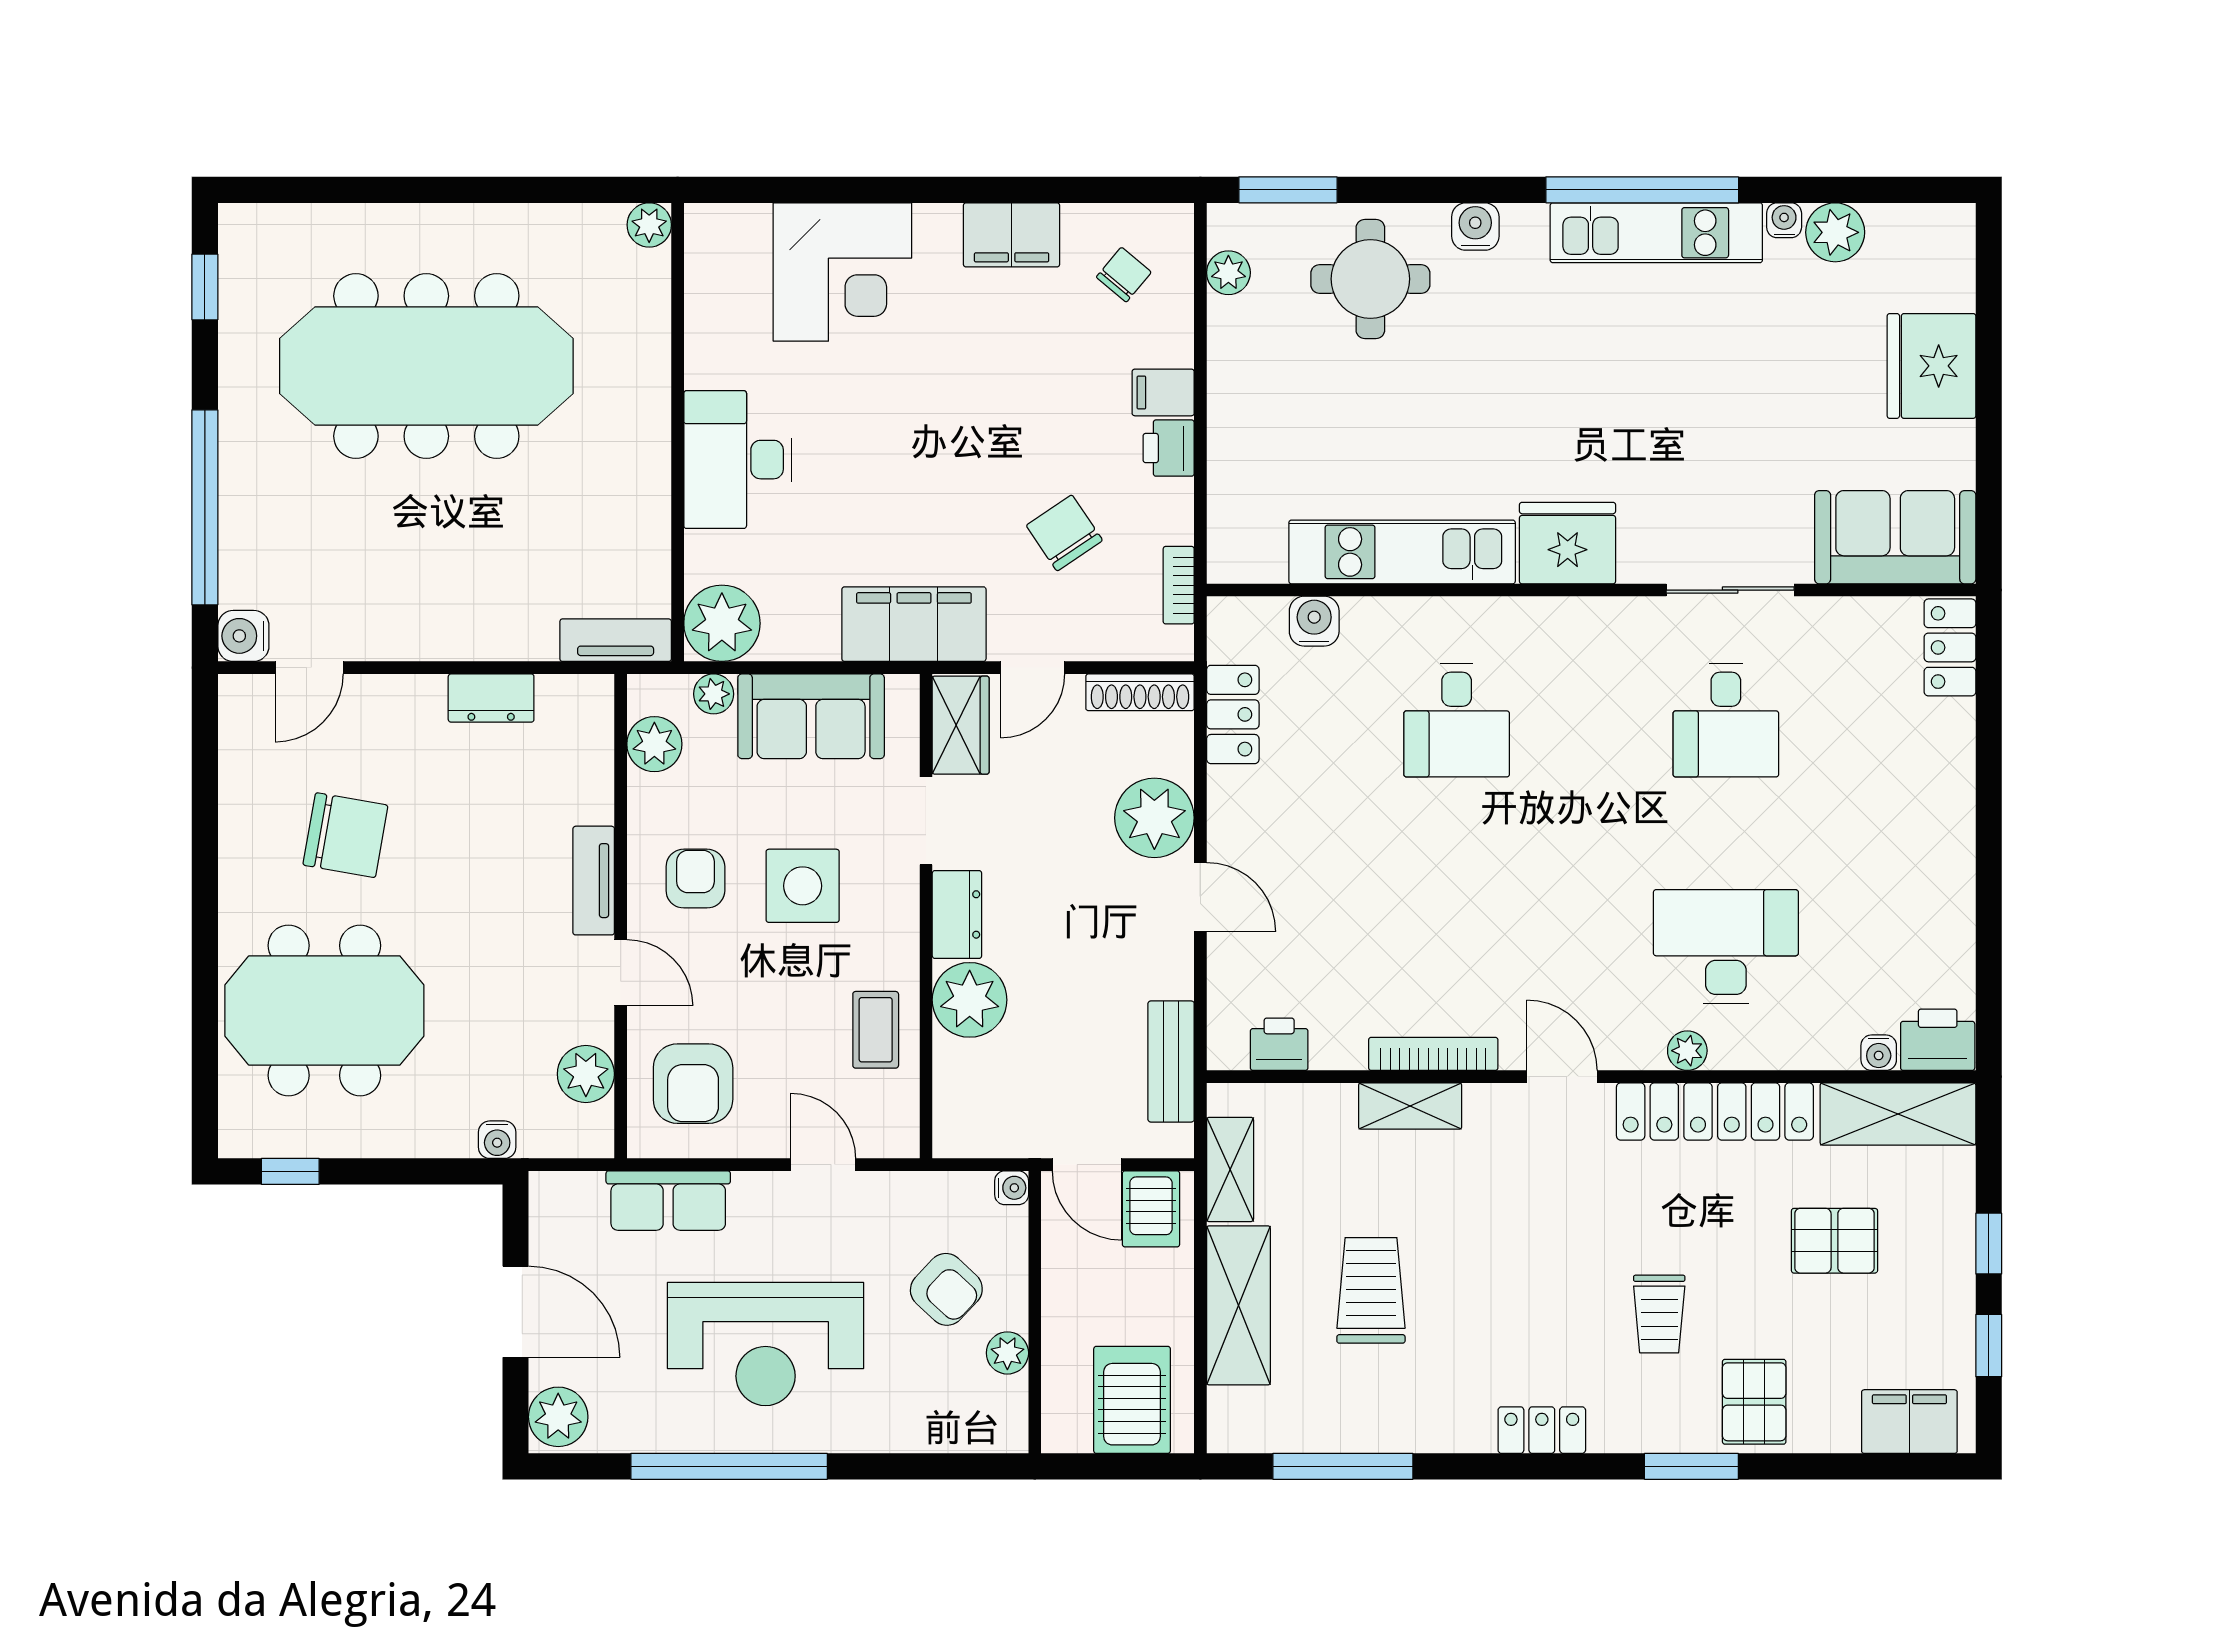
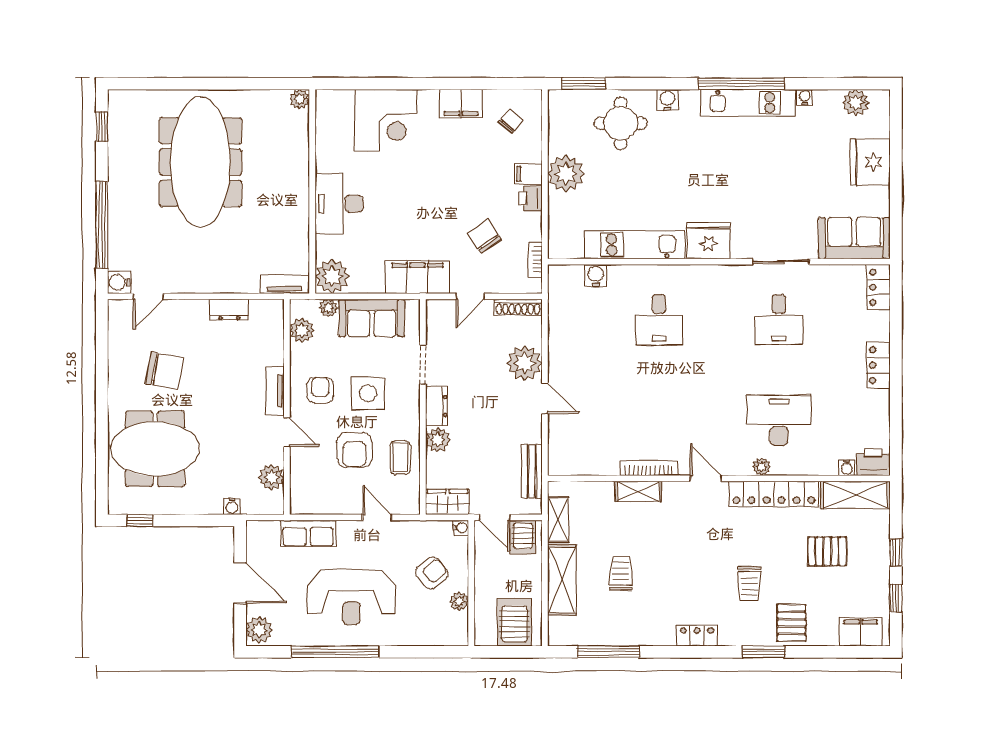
plant: (1835, 232) -> (856, 102), moved
plant: (1228, 273) -> (566, 174), moved, width x1.87, depth x1.87
meeting table: (426, 366) -> (200, 162), turned 90
locker: (1233, 714) -> (878, 365), moved, turned 180
wardrobe: (961, 725) -> (447, 502), moved, turned -90
plant: (970, 1000) -> (438, 440), width x0.73, depth x0.73
printer: (1279, 1044) -> (580, 464), removed
armchair: (693, 1084) -> (355, 450), moved
armchair: (946, 1289) -> (432, 573), turned -81
trolley: (1371, 1290) -> (621, 573), width x0.73, depth x0.72

